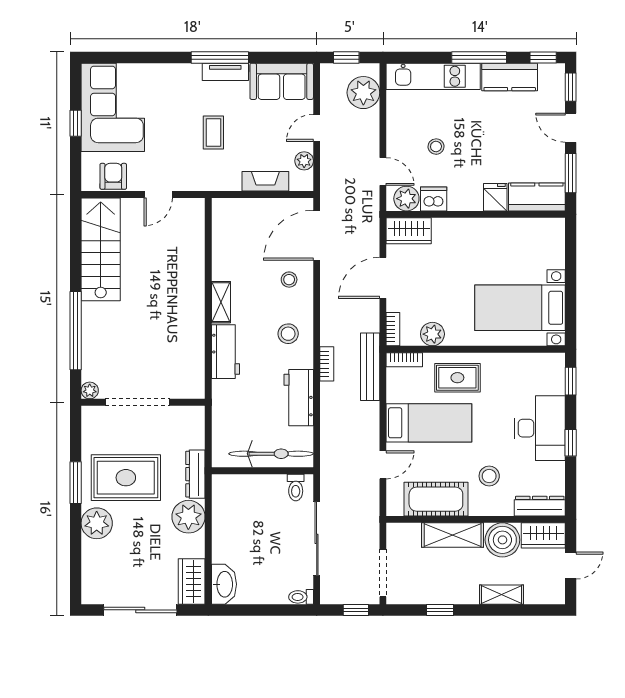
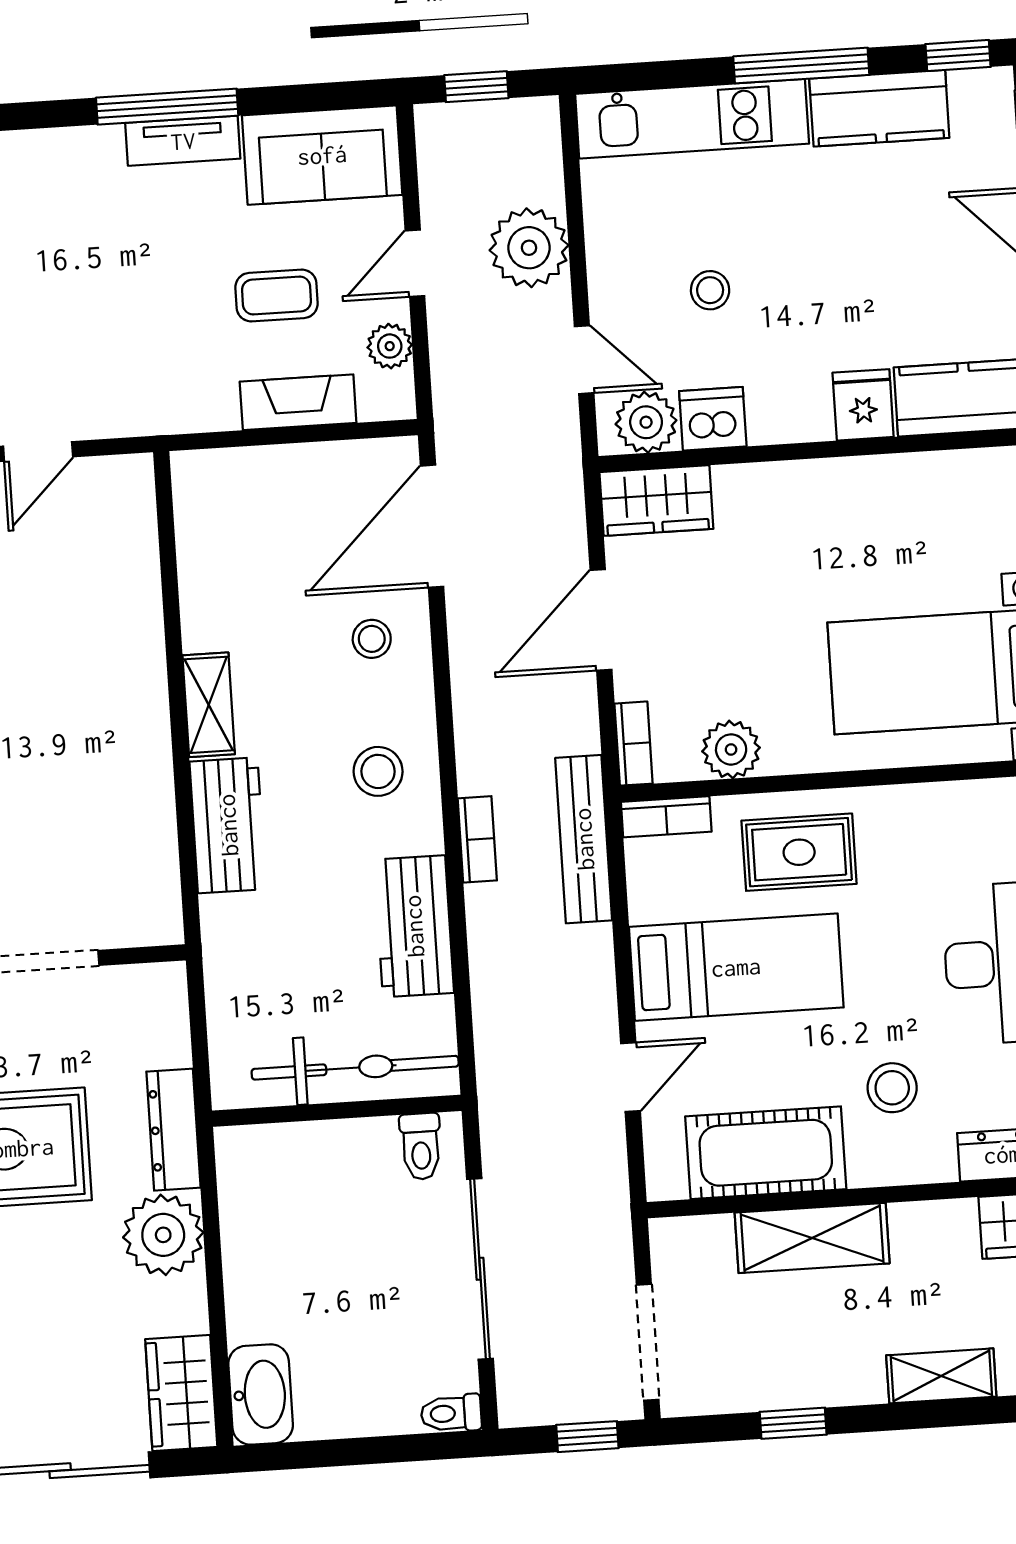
plant: (363, 93) -> (529, 248), moved
coffee table: (213, 132) -> (276, 295), moved, turned 90
boiler: (502, 540) -> (935, 1242), removed

